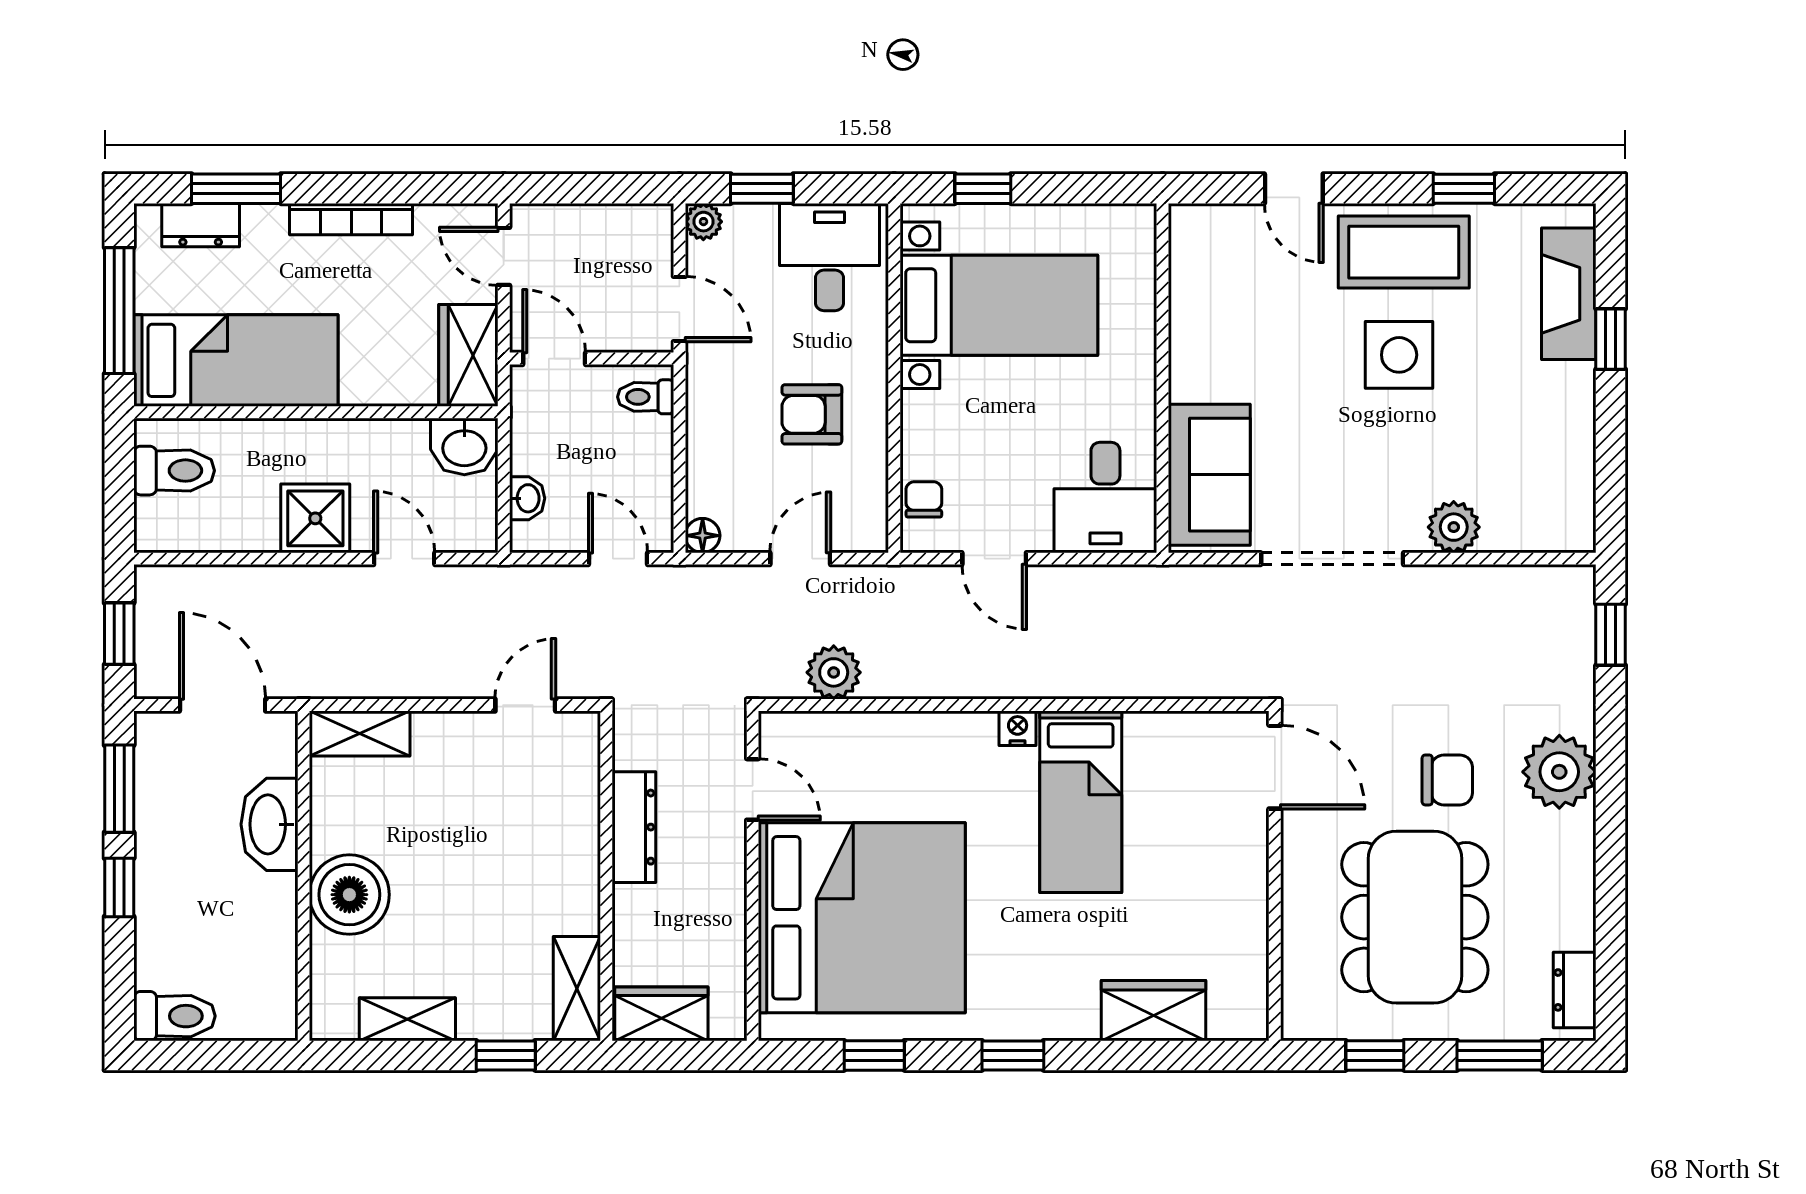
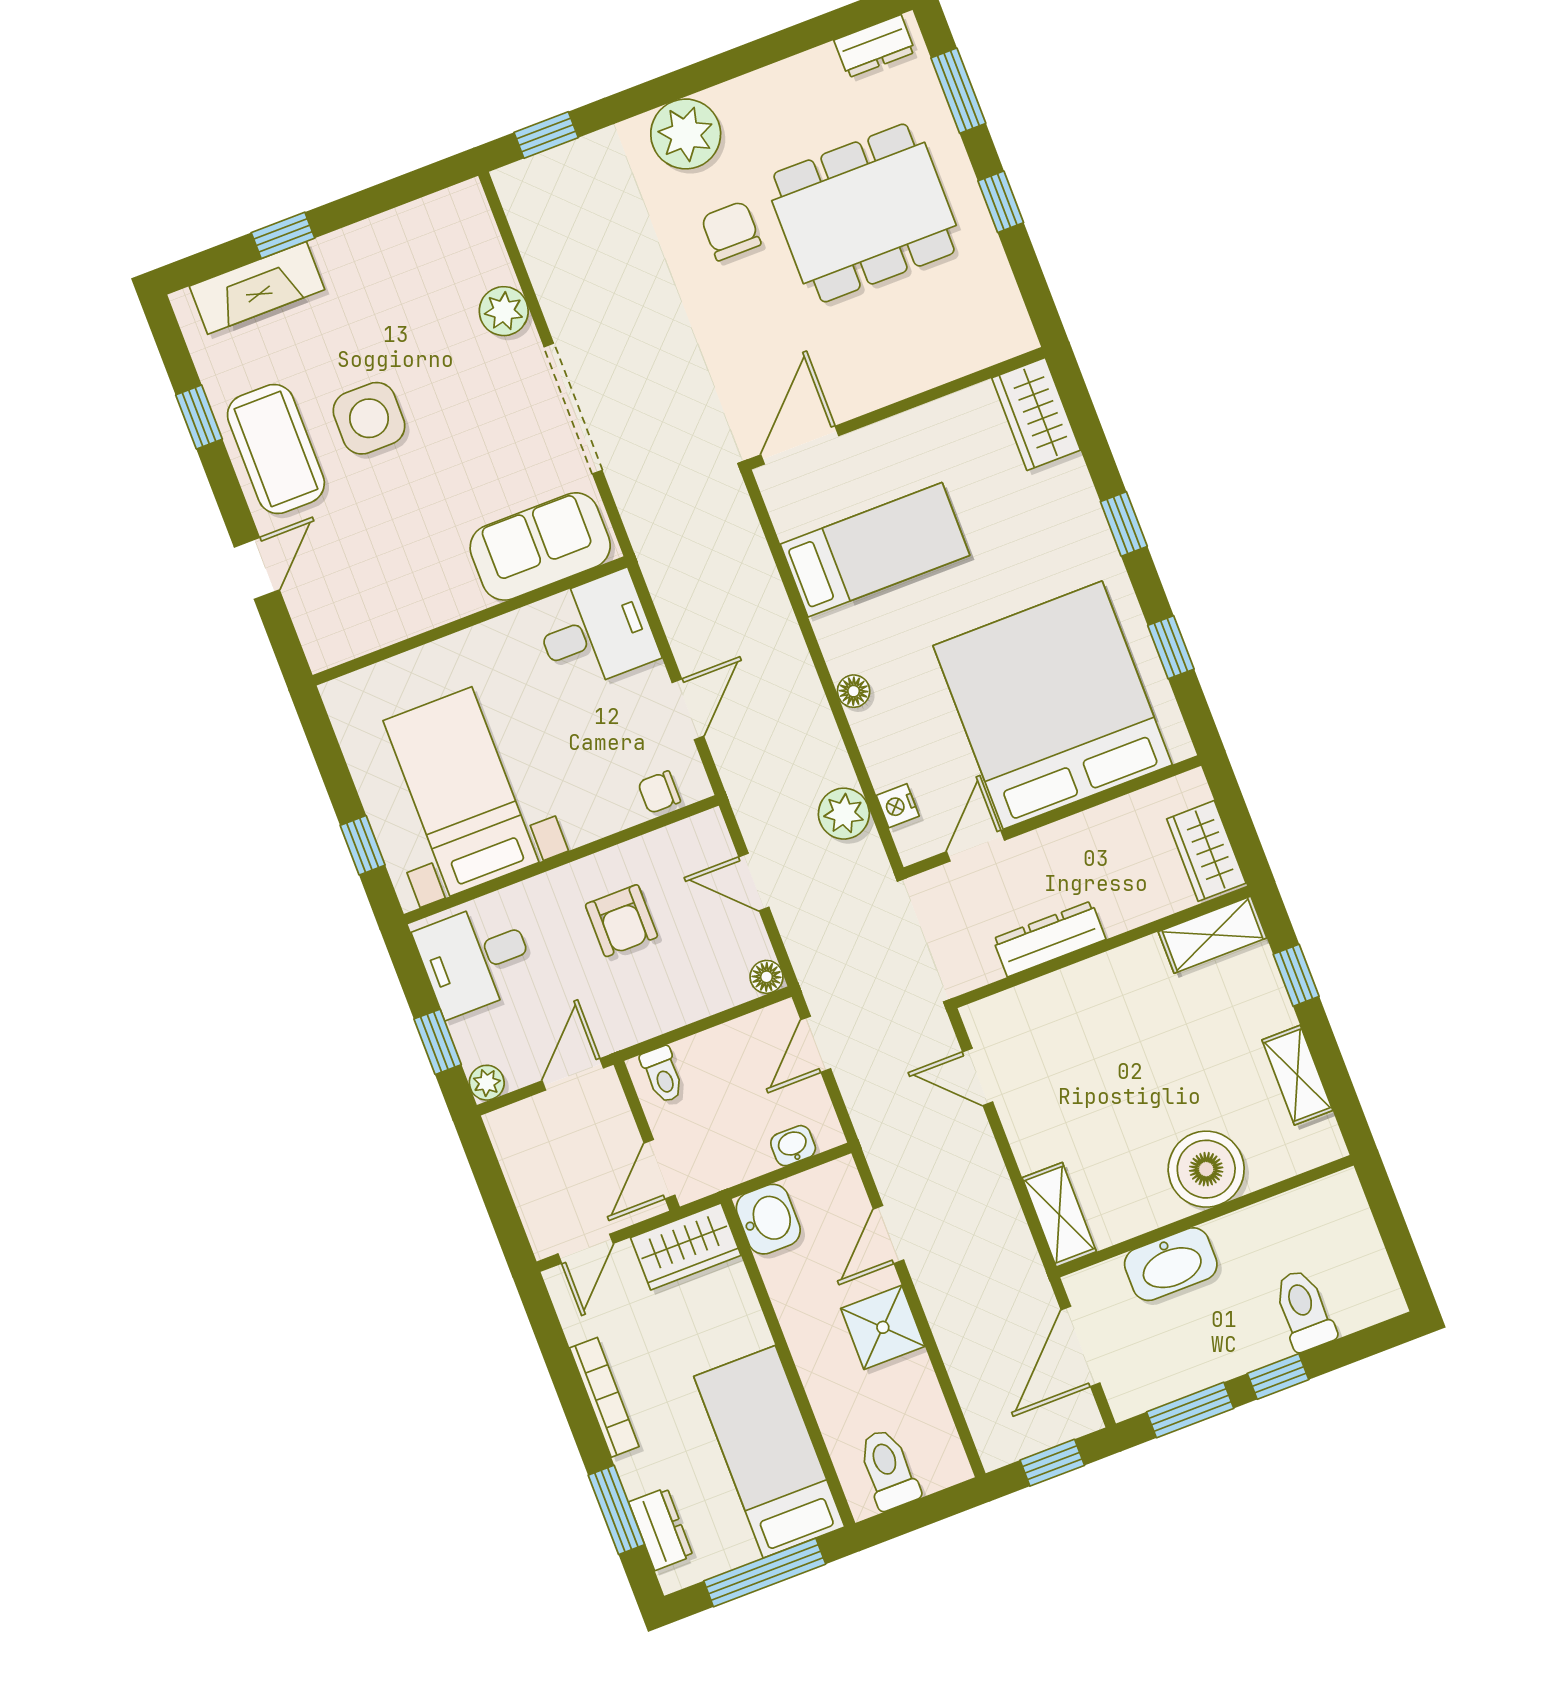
floor lamp: (950, 728) -> (854, 691), added
nightstand: (1018, 728) -> (898, 806), moved
door: (1275, 767) -> (800, 445), moved
wall: (1275, 876) -> (896, 408), moved
toilet: (174, 1016) -> (1304, 1310), moved

